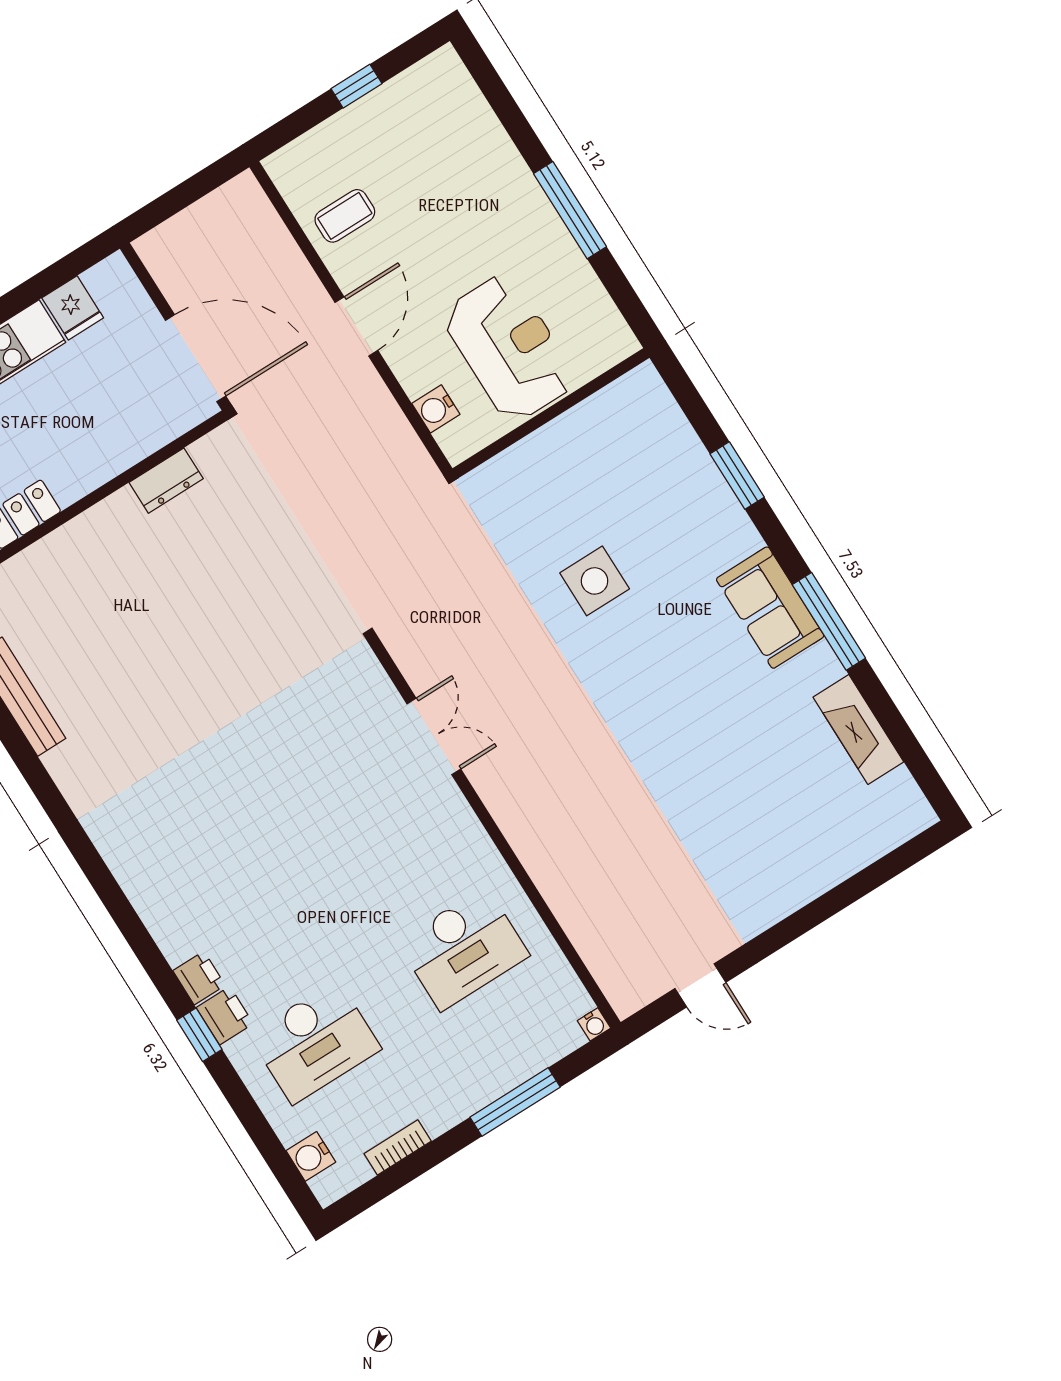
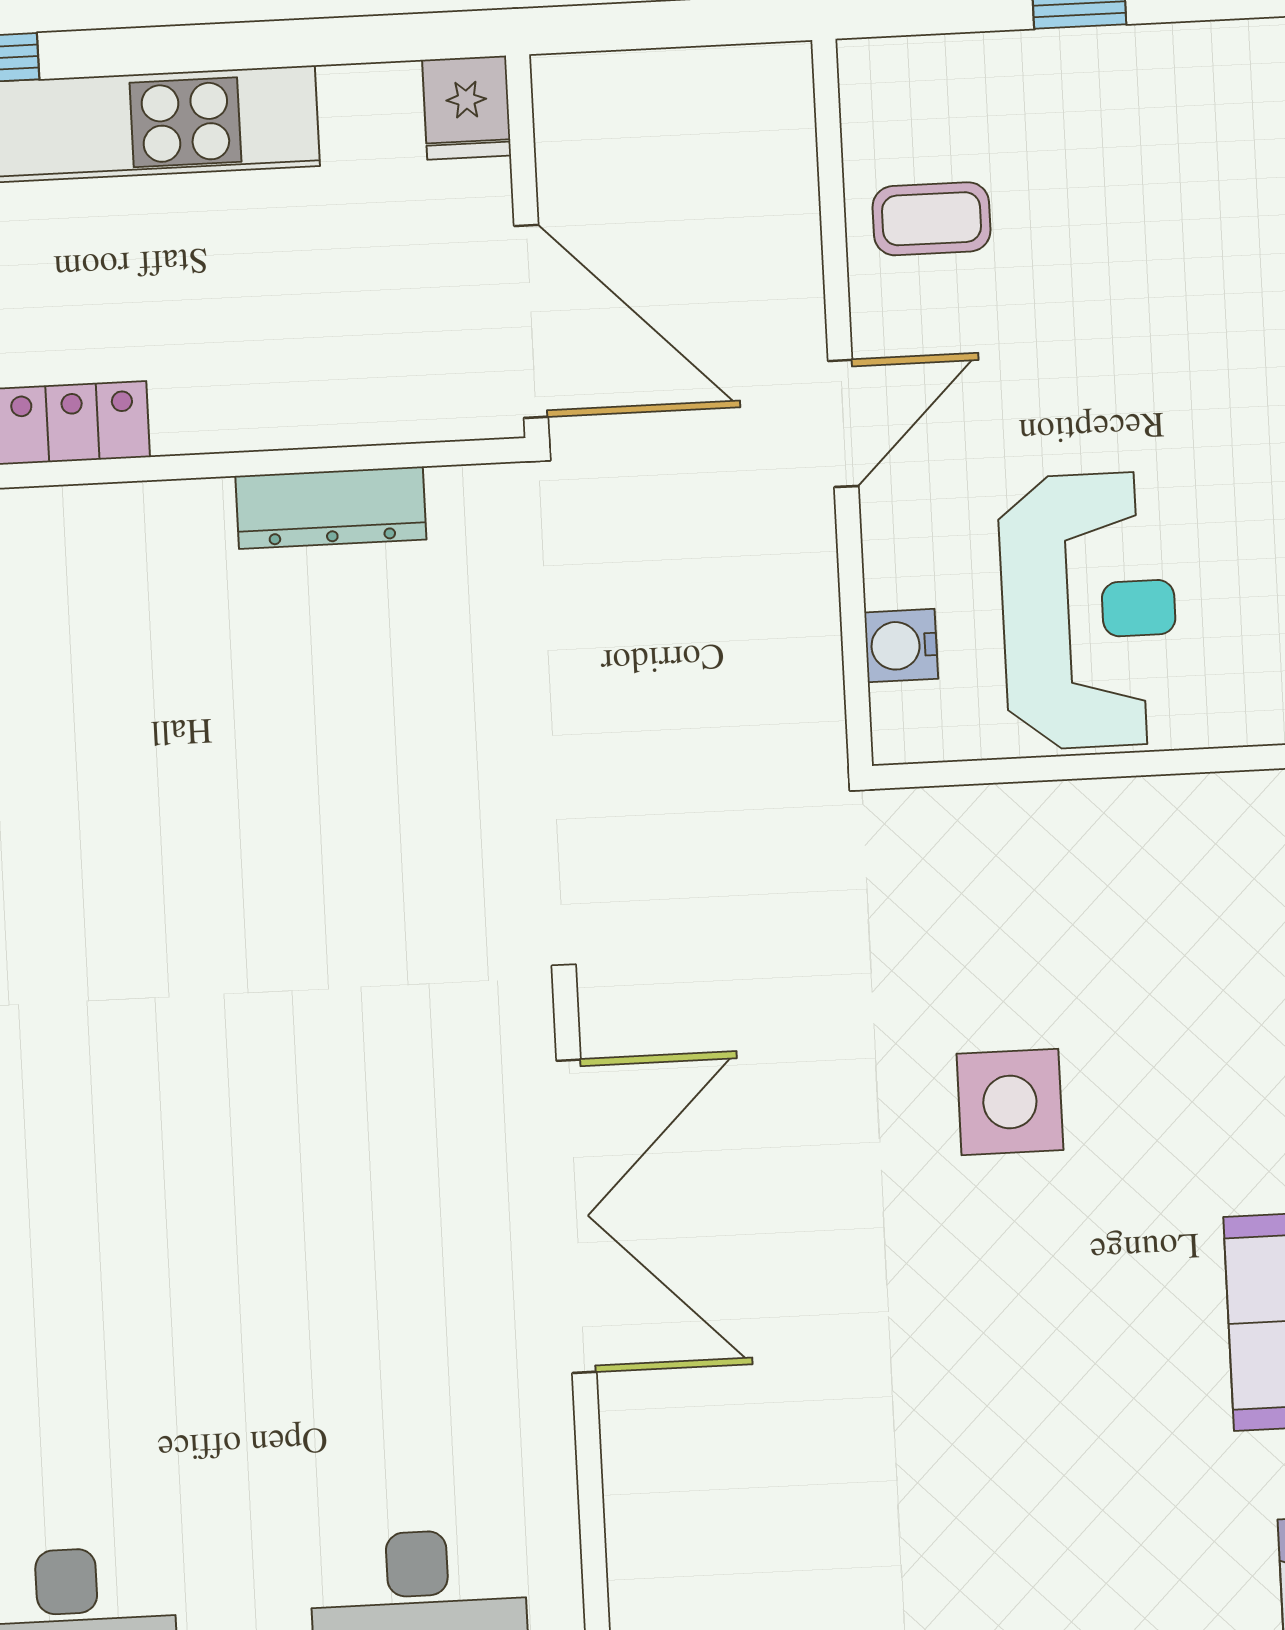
fridge: (73, 308) -> (467, 108), moved
dresser: (166, 481) -> (331, 508), width x1.44
double door: (434, 736) -> (576, 1216), width x1.87

